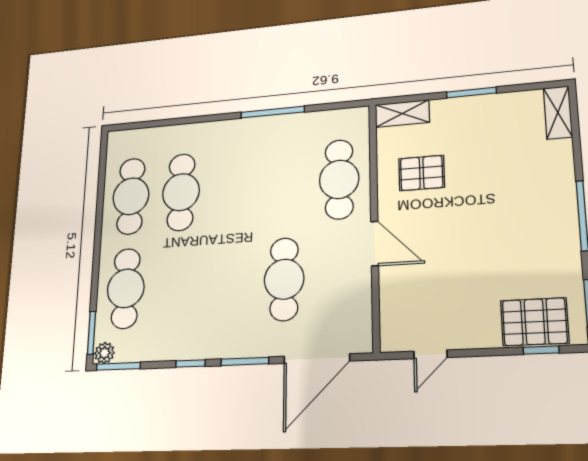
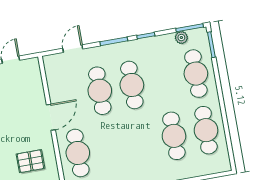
door: (375, 244) -> (51, 117), swing flipped
cafe table: (230, 282) -> (132, 85), added
plant: (104, 353) -> (181, 38), moved
door: (317, 359) -> (73, 49), width x0.53

